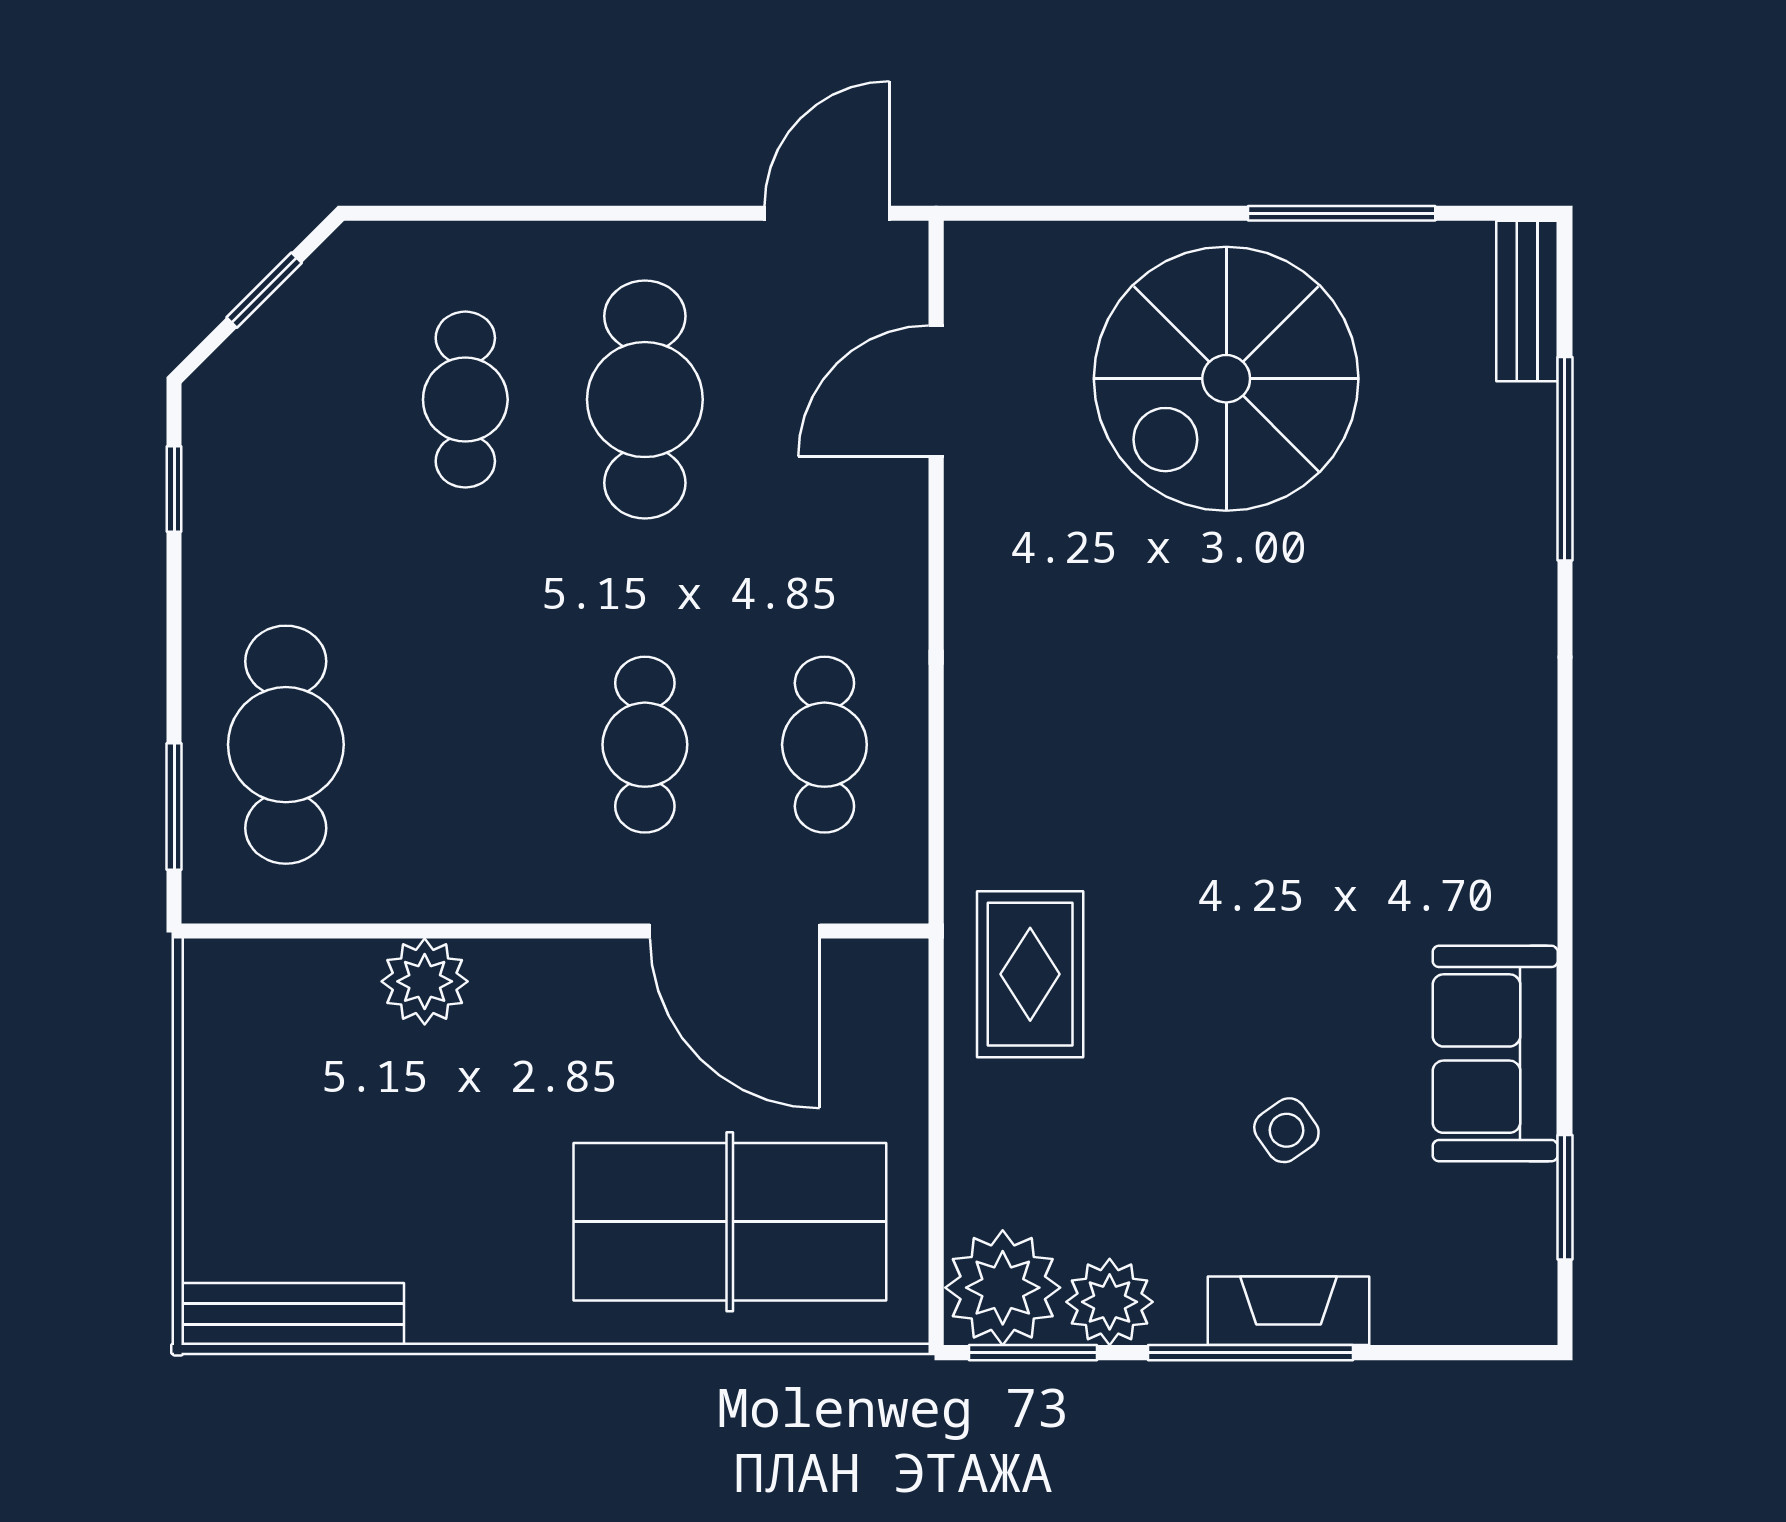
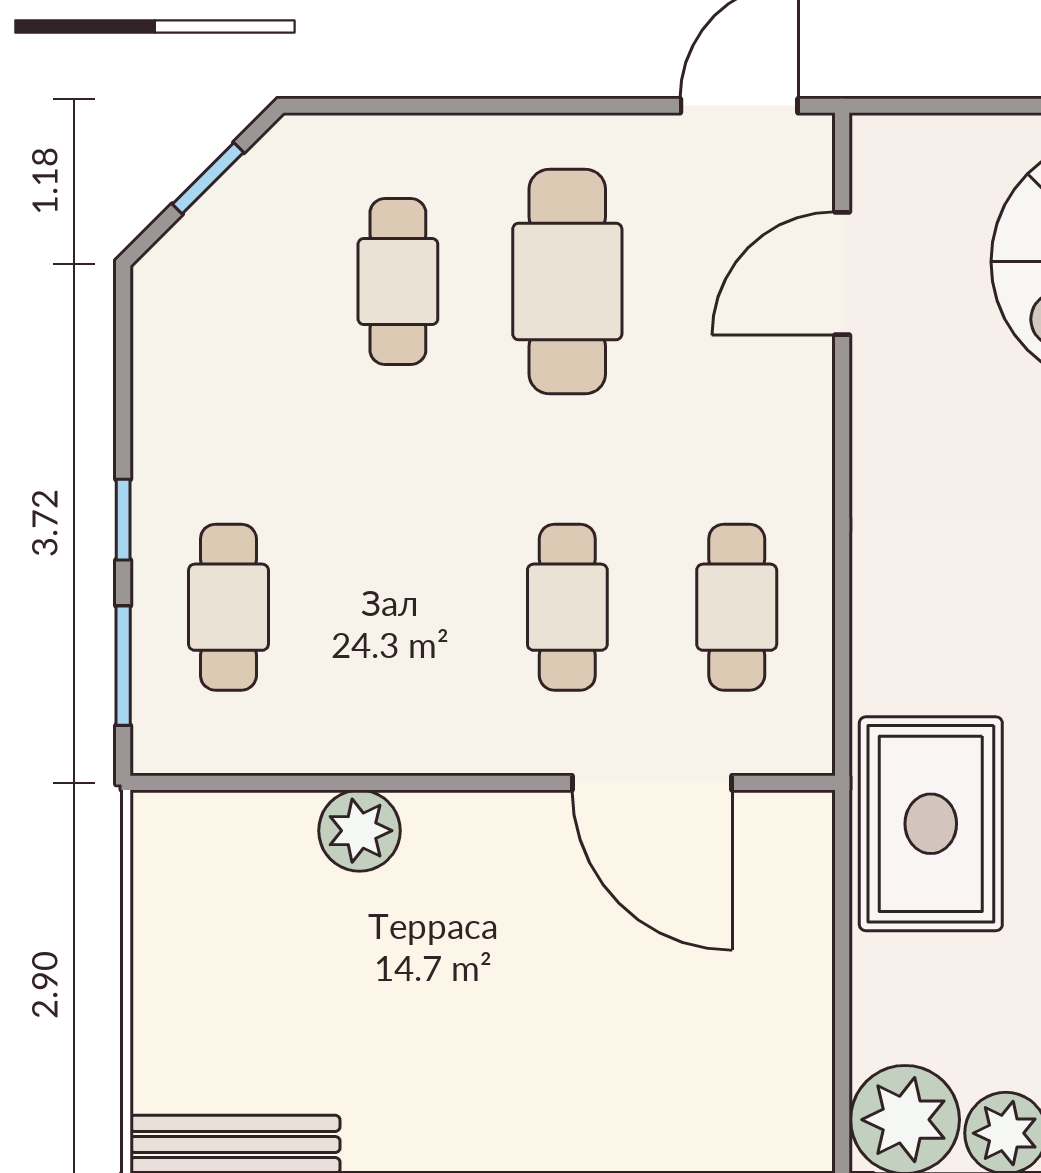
window: (174, 489) -> (123, 520), moved
cafe table: (286, 745) -> (228, 607), width x0.73, depth x0.74
rug: (1030, 974) -> (931, 824), width x1.36, depth x1.43
table tennis table: (730, 1222) -> (647, 1057), removed

